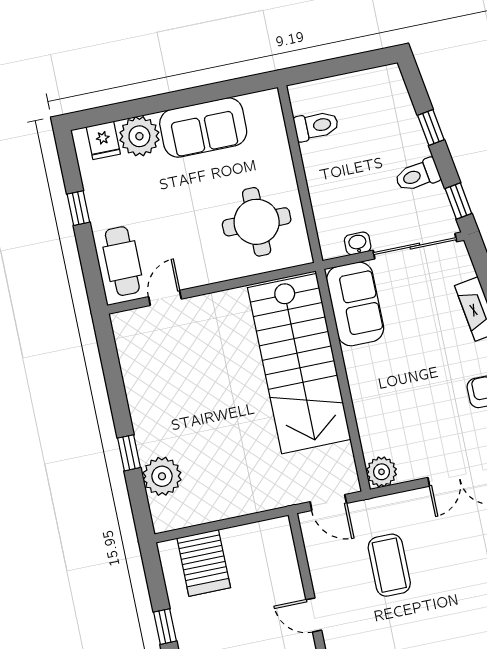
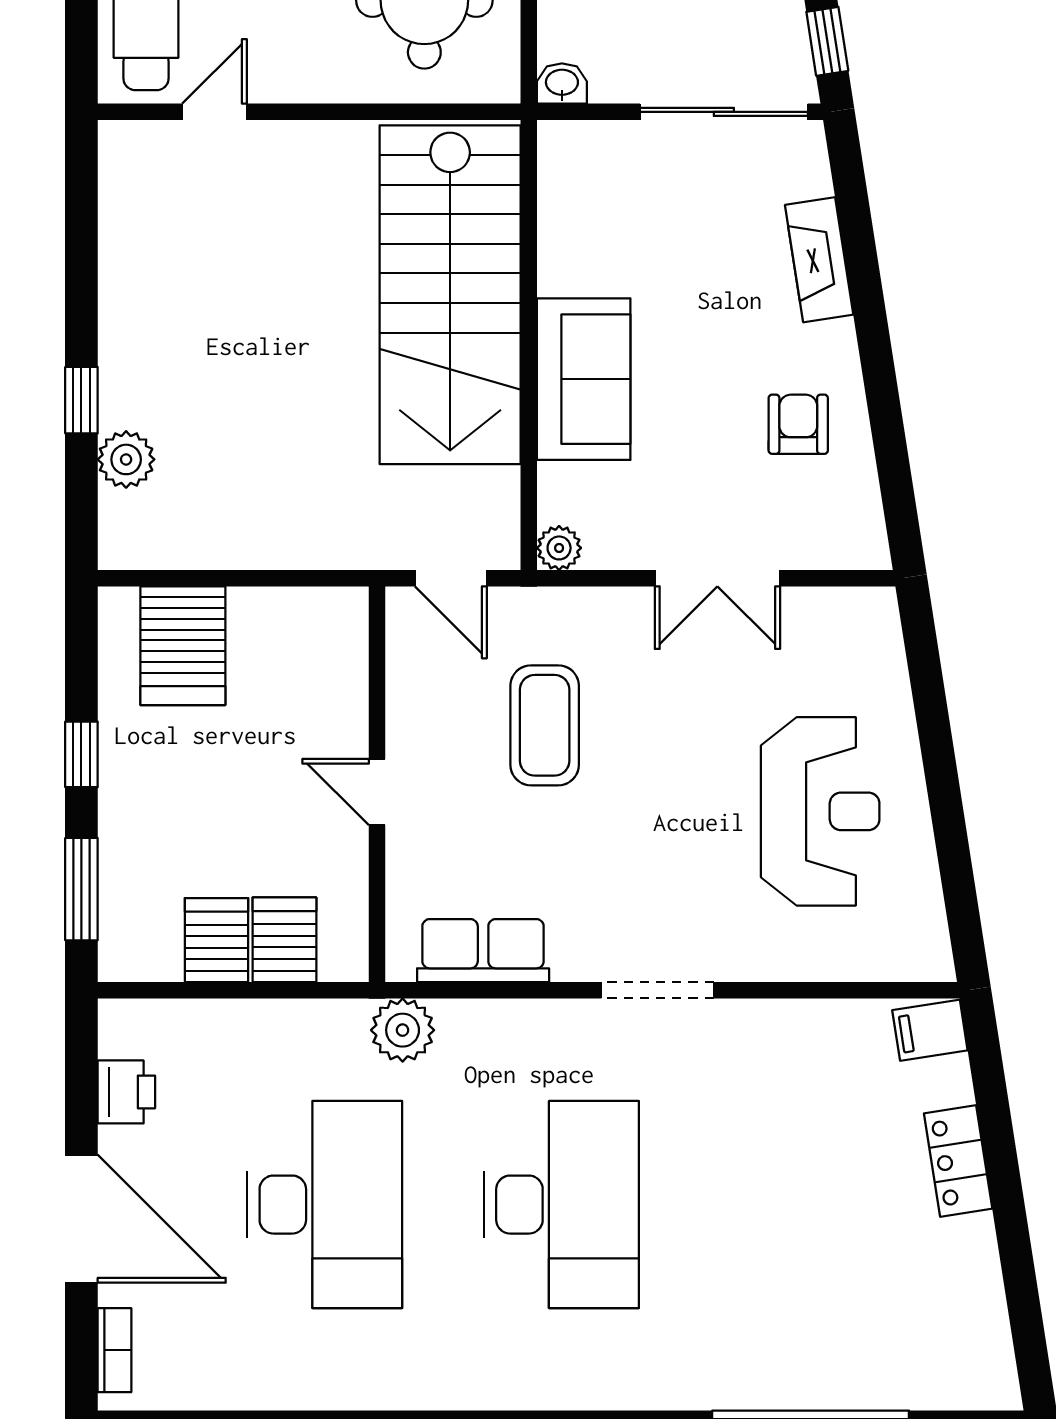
washbasin: (358, 243) -> (562, 83), moved
sofa: (355, 304) -> (584, 379), moved
plant: (382, 472) -> (559, 548), width x0.73, depth x0.73
plant: (162, 476) -> (126, 459), width x0.73, depth x0.73

